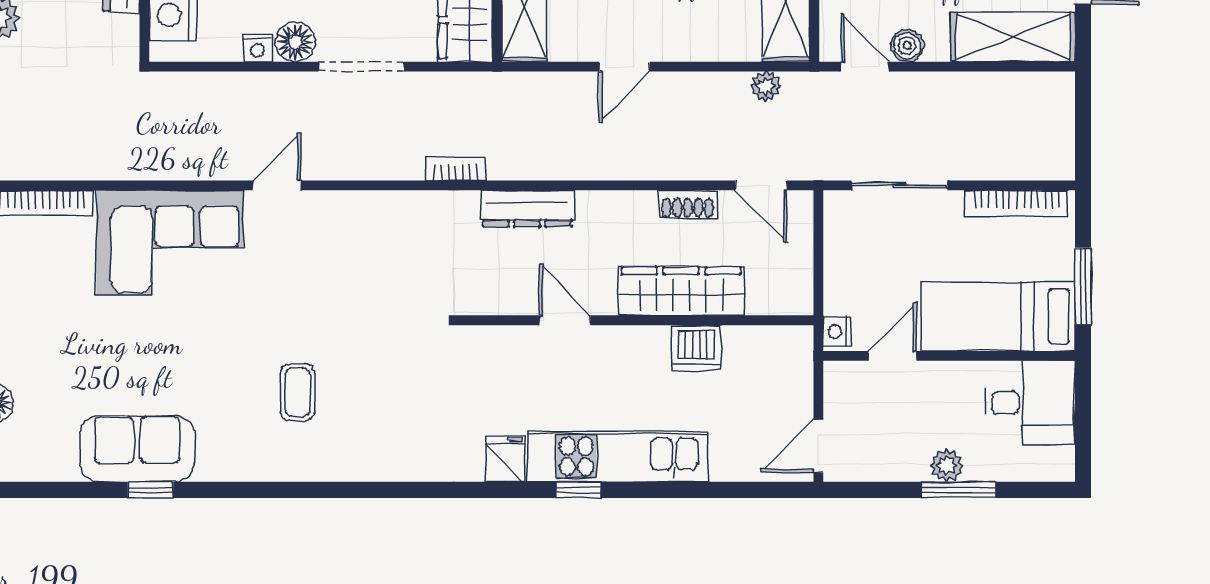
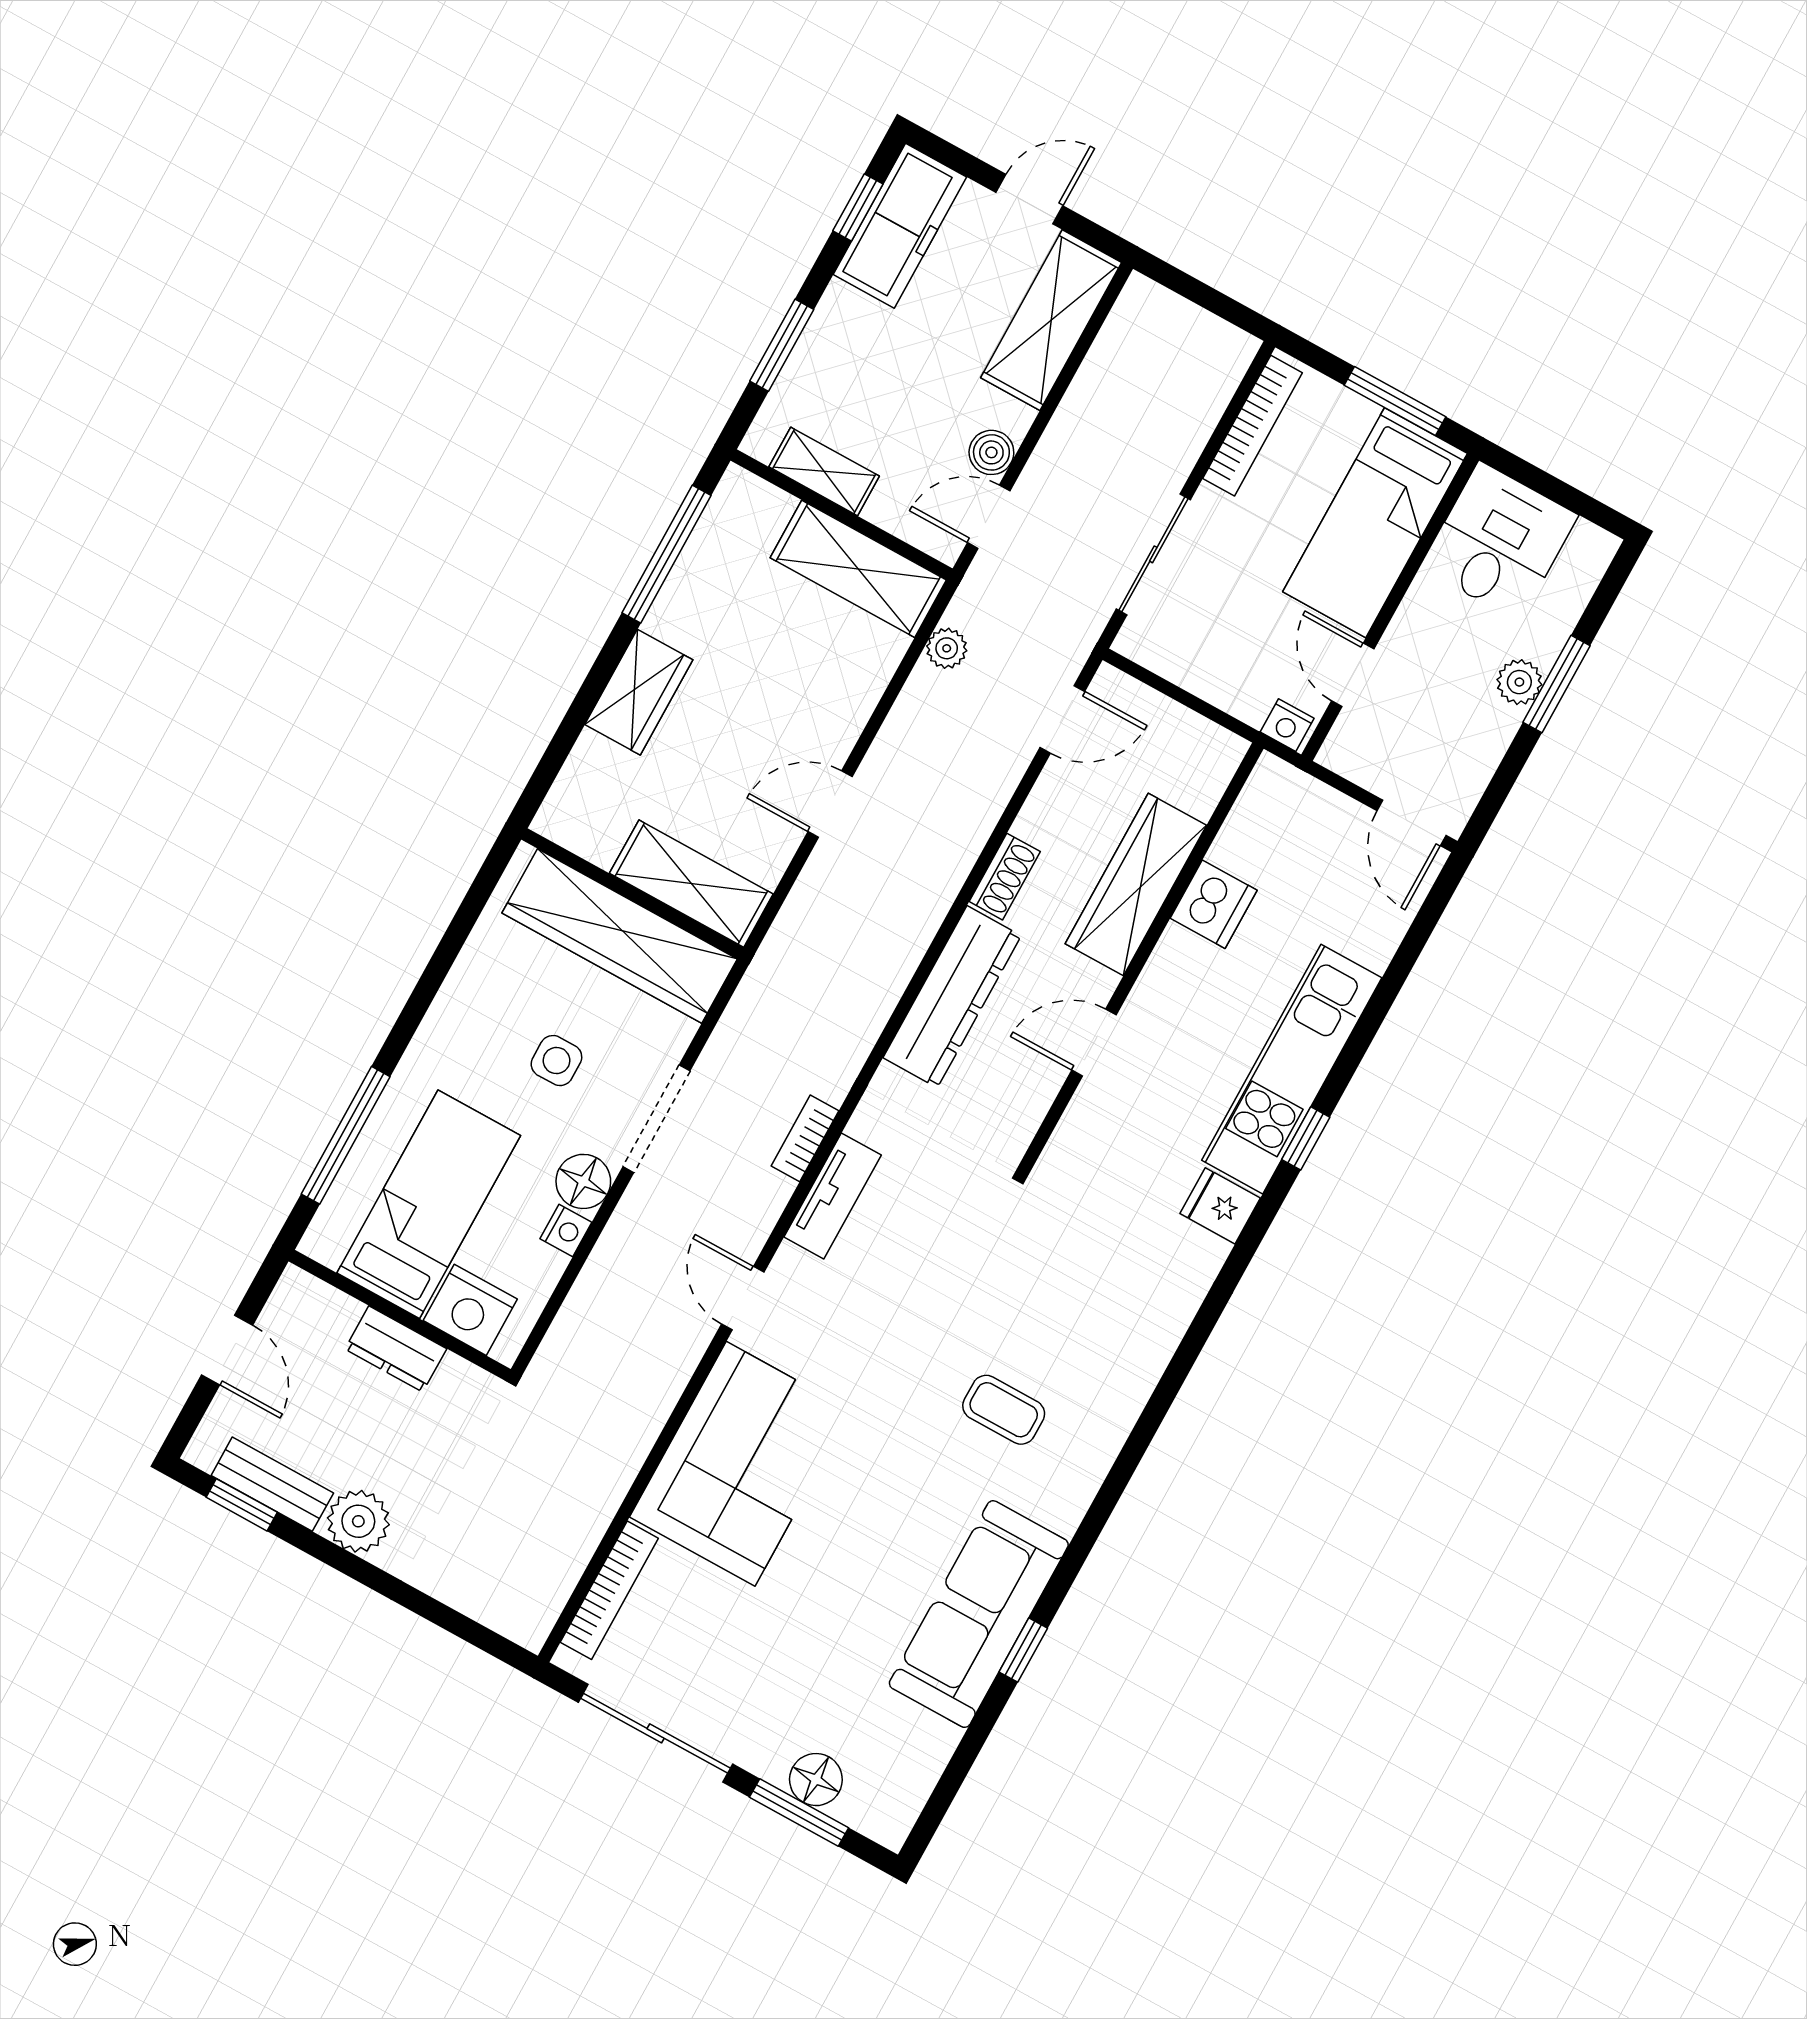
door: (624, 67) -> (830, 804), swing flipped
bookcase: (456, 169) -> (805, 1138), moved
shoe rack: (688, 204) -> (1005, 877), moved
tv unit: (374, 207) -> (833, 1196), added
dresser: (527, 209) -> (952, 997), width x1.37, depth x1.24
sofa: (137, 449) -> (979, 1614), width x1.36

